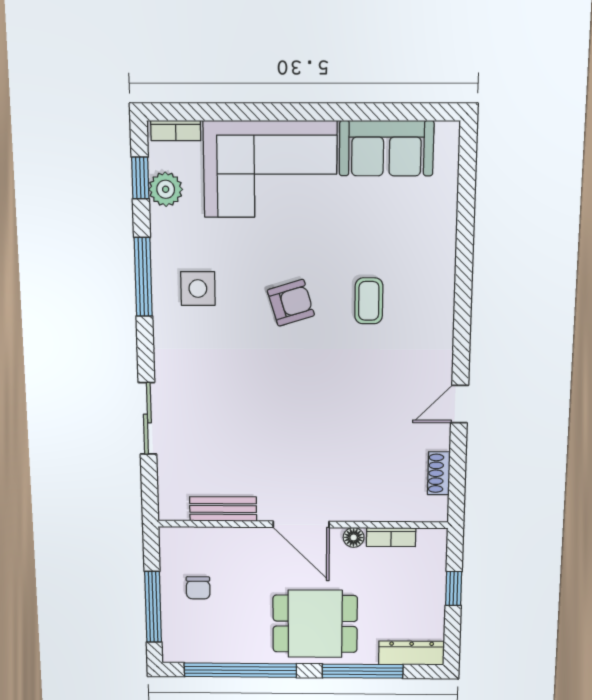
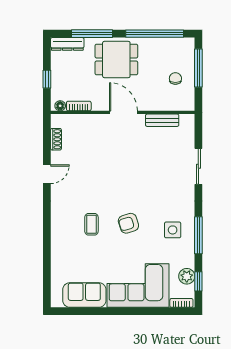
floor lamp: (354, 537) -> (60, 106), moved

